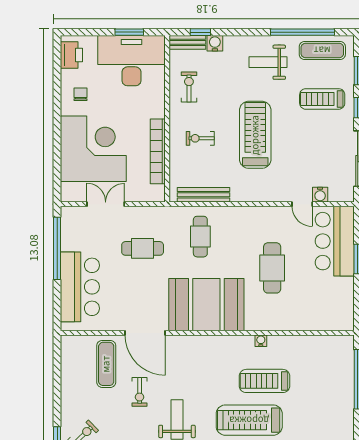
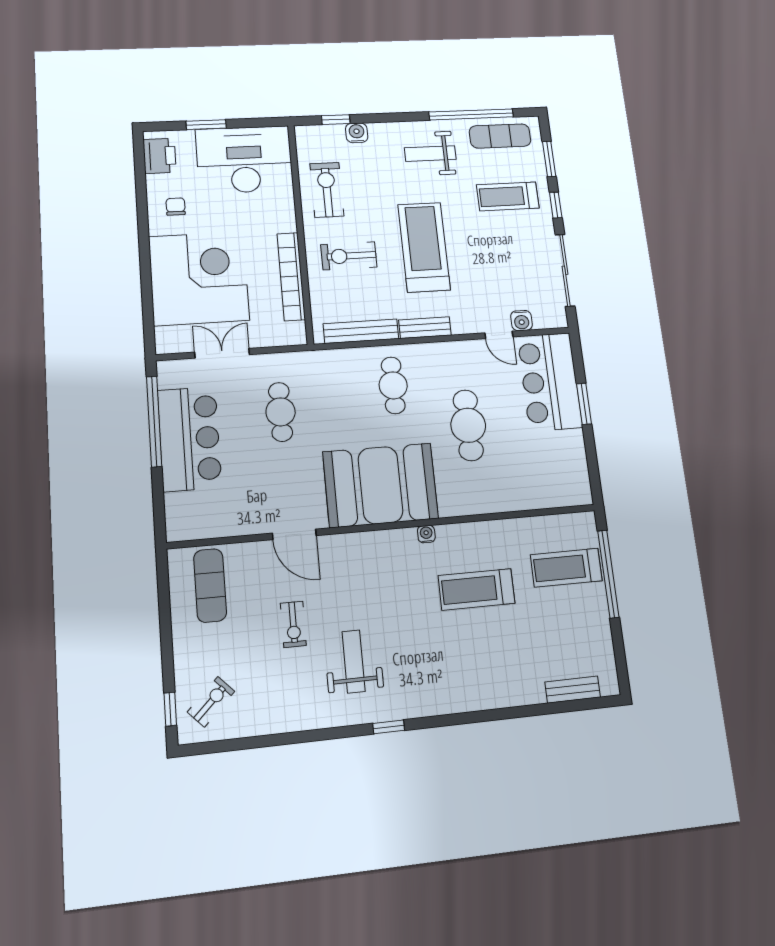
window: (129, 32) -> (206, 125), moved
bench: (187, 42) -> (425, 328), moved
exercise bike: (189, 87) -> (327, 190), width x1.38, depth x1.39
exercise bike: (200, 138) -> (349, 256), width x1.38, depth x1.39
cafe table: (200, 237) -> (393, 385), moved
cafe table: (143, 248) -> (281, 412), turned 90
bar counter: (80, 287) -> (189, 439), moved
door: (145, 333) -> (294, 534), width x0.73
water cooler: (261, 341) -> (426, 534), moved
exercise mat: (106, 364) -> (210, 585), moved
treadmill: (249, 420) -> (566, 568), moved, width x0.73, depth x0.73

